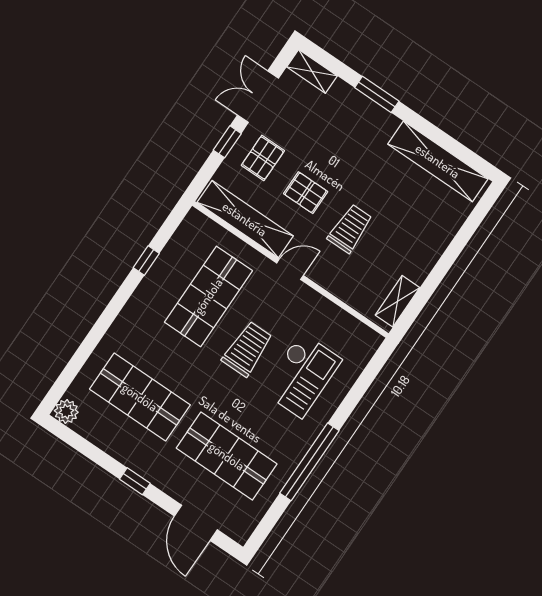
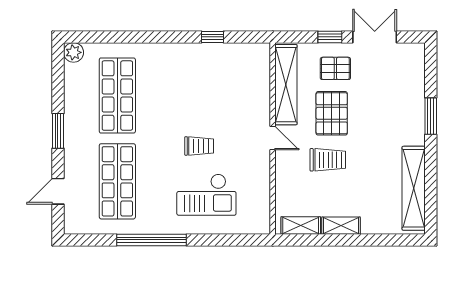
shelving: (312, 71) -> (341, 226), moved, turned 90
pallet: (306, 193) -> (332, 113), width x1.50, depth x1.42
shop shelf: (208, 296) -> (217, 96), removed
trolley: (247, 349) -> (199, 146), width x0.73, depth x0.72
window: (135, 481) -> (58, 131), width x1.50
door: (196, 523) -> (58, 191), width x0.73

